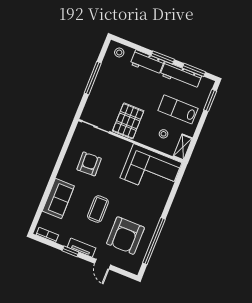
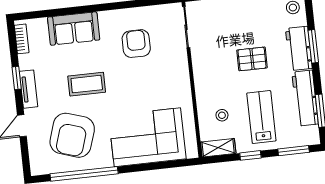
window: (163, 57) -> (313, 46), moved
pallet: (128, 121) -> (252, 59), moved, width x0.67, depth x0.71
window: (199, 129) -> (250, 155), added
armchair: (89, 164) -> (136, 44), turned -88
corner sofa: (151, 170) -> (147, 137), moved, turned 90
armchair: (125, 236) -> (72, 135), turned -72

